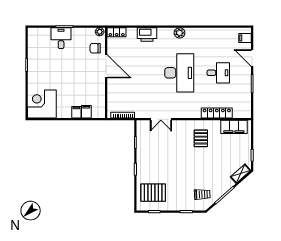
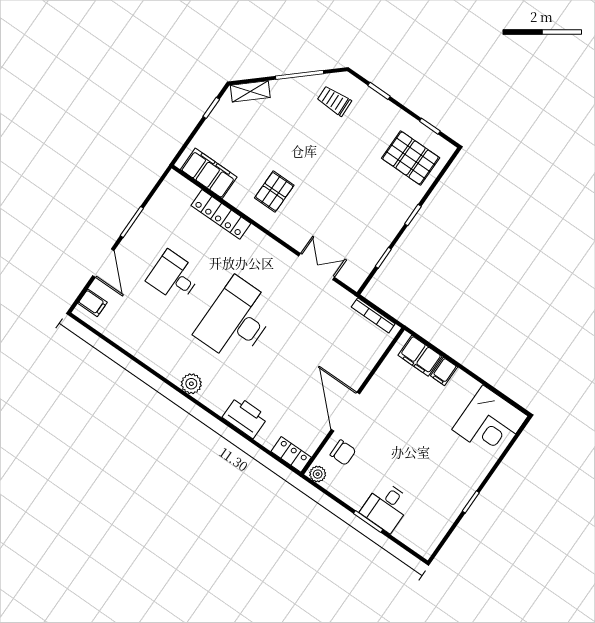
filing cabinet: (86, 112) -> (420, 356), width x2.00

